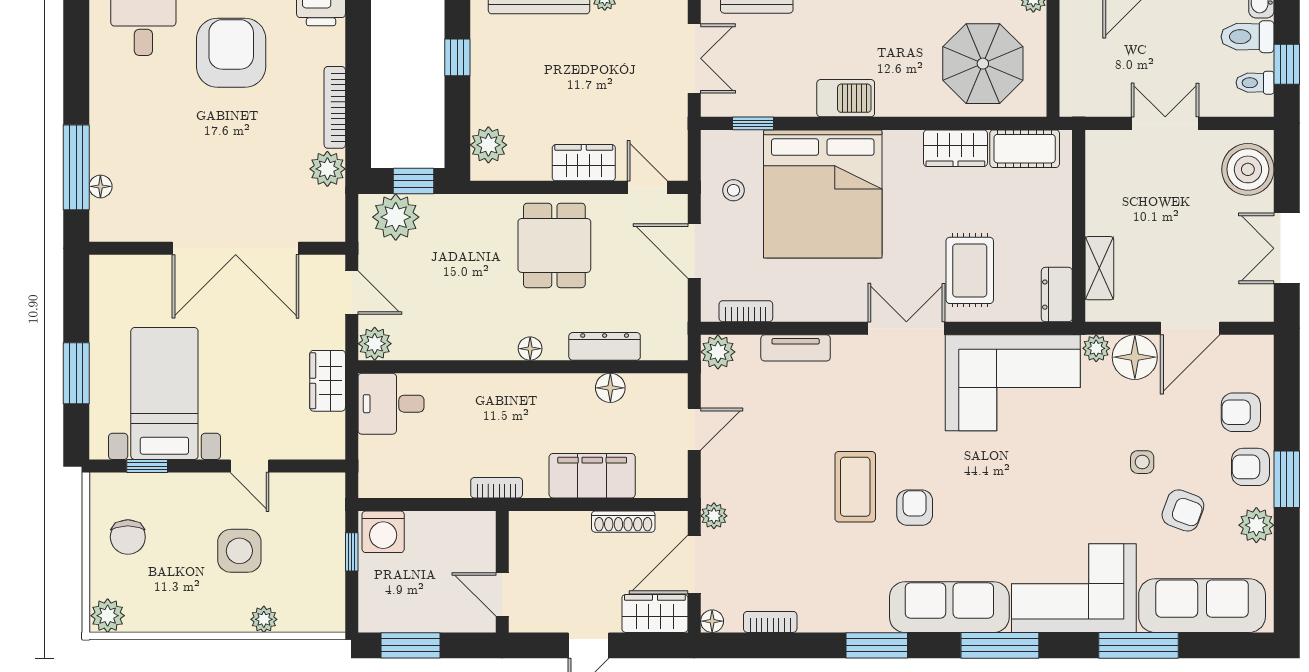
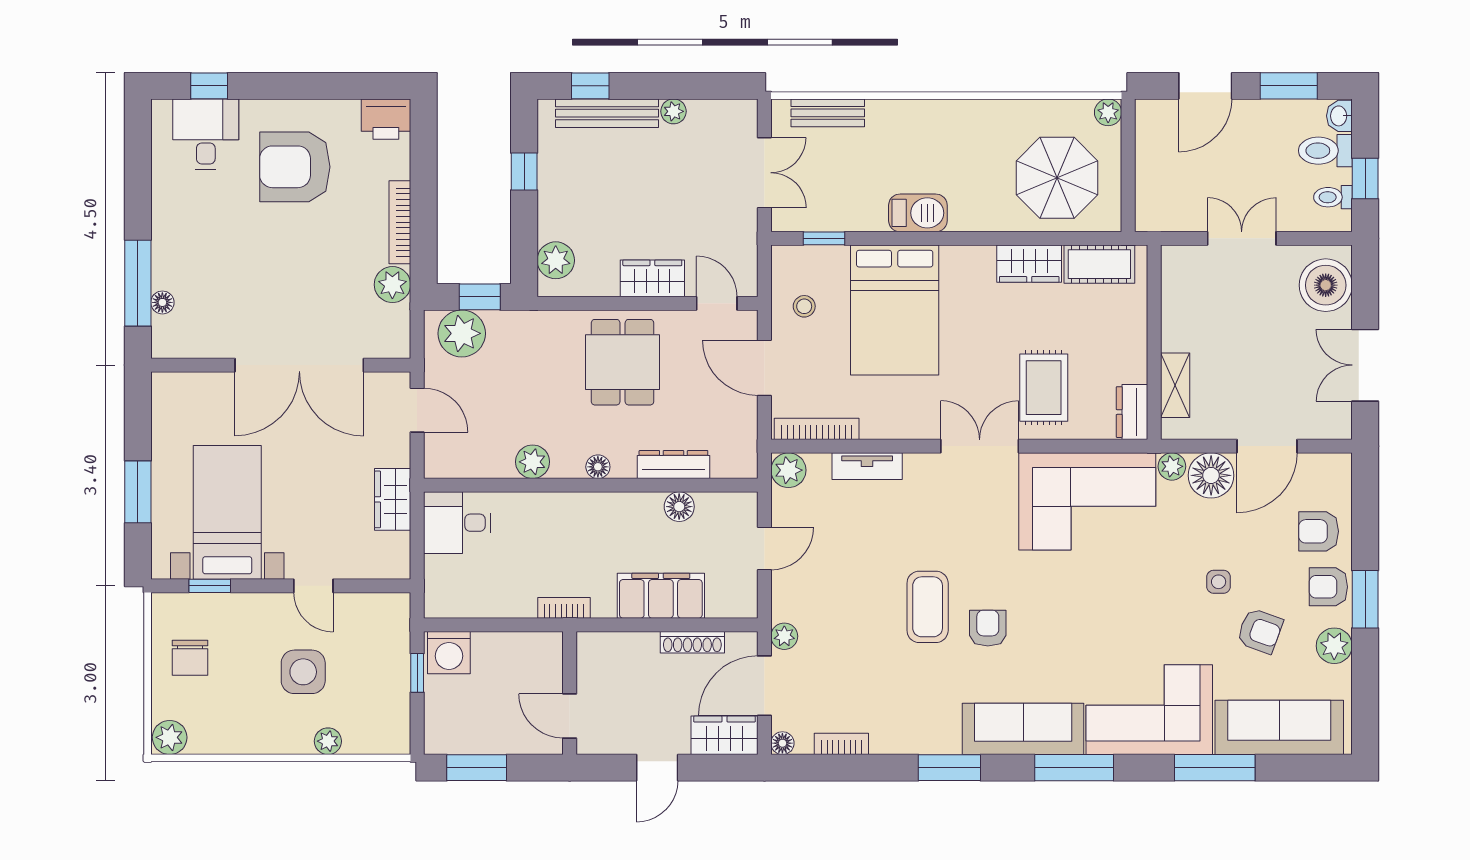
armchair: (231, 53) -> (295, 167), turned -90
bed: (823, 194) -> (895, 310), width x0.73
bookcase: (746, 311) -> (817, 429), width x1.56
plant: (375, 344) -> (533, 462), moved

